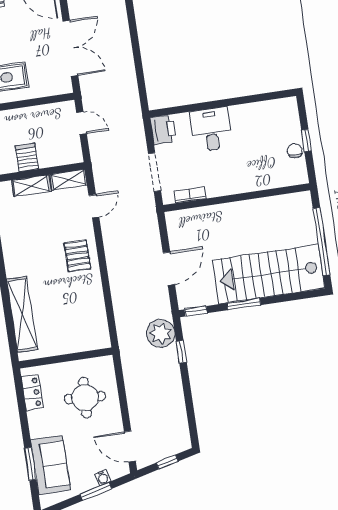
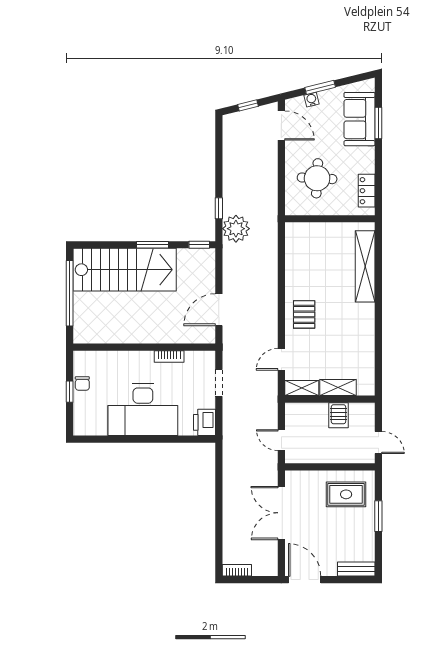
desk: (211, 130) -> (143, 410), width x1.87, depth x1.30
doorway: (154, 172) -> (219, 383), width x0.73
bookcase: (190, 195) -> (169, 356), moved
door: (169, 269) -> (219, 310), moved

